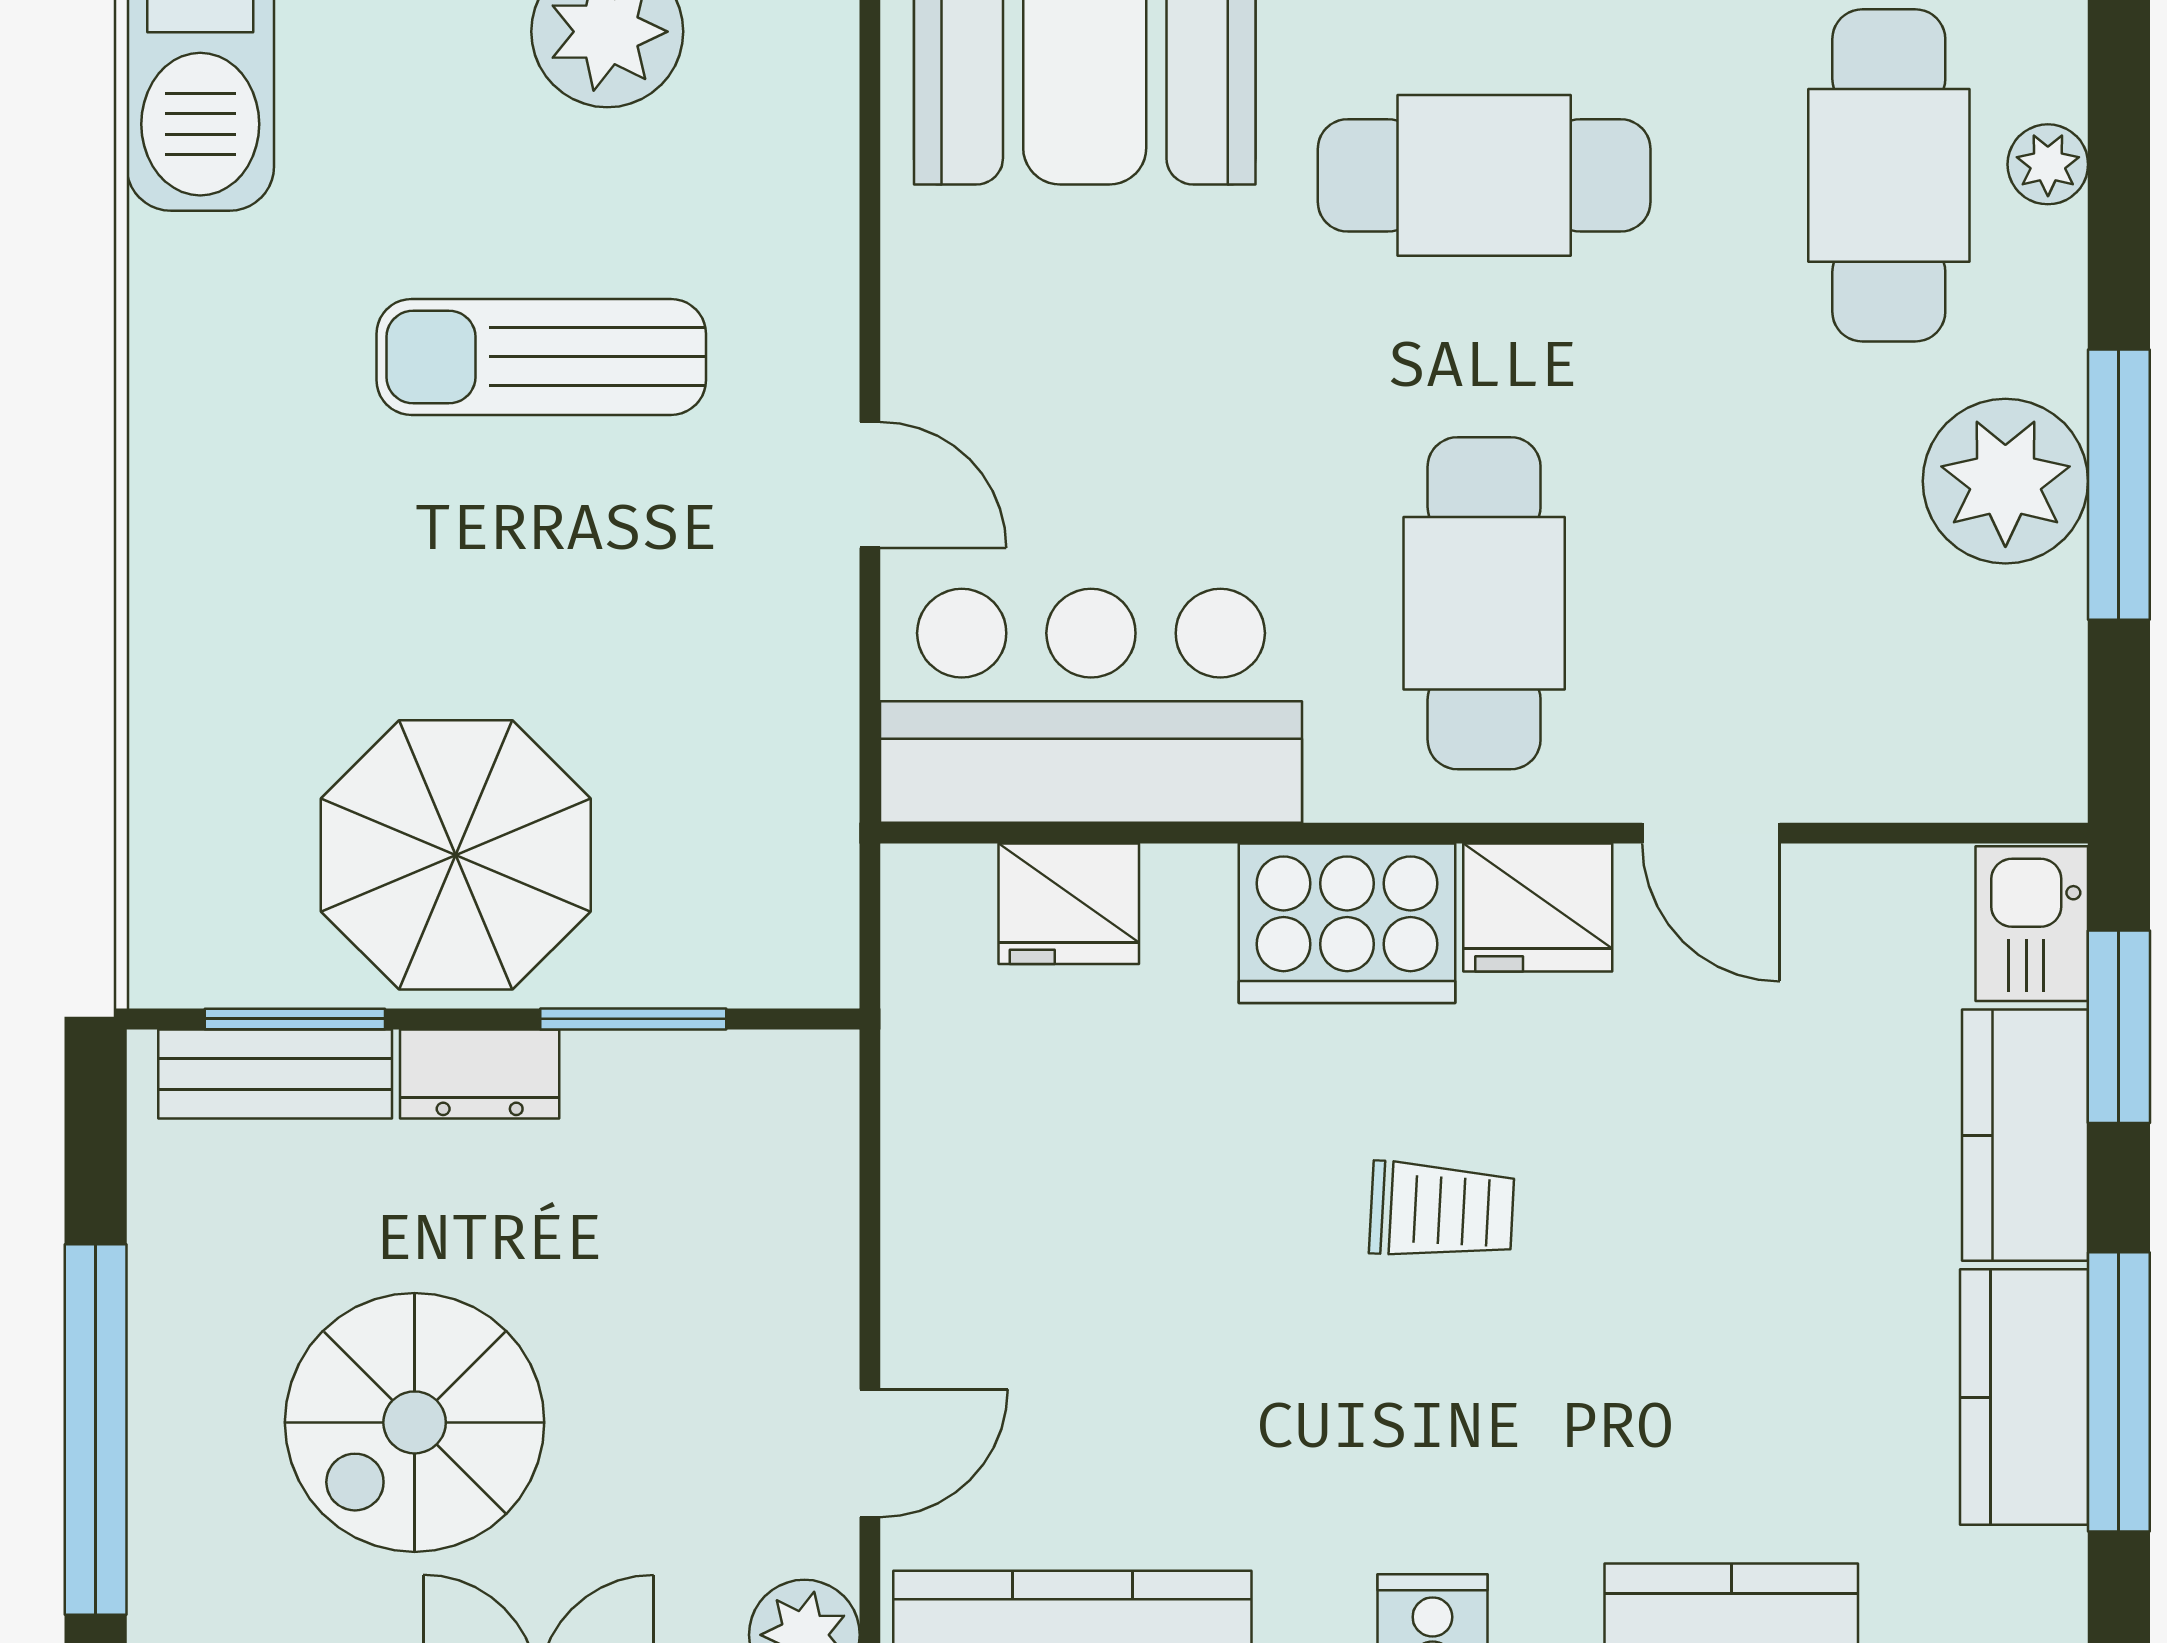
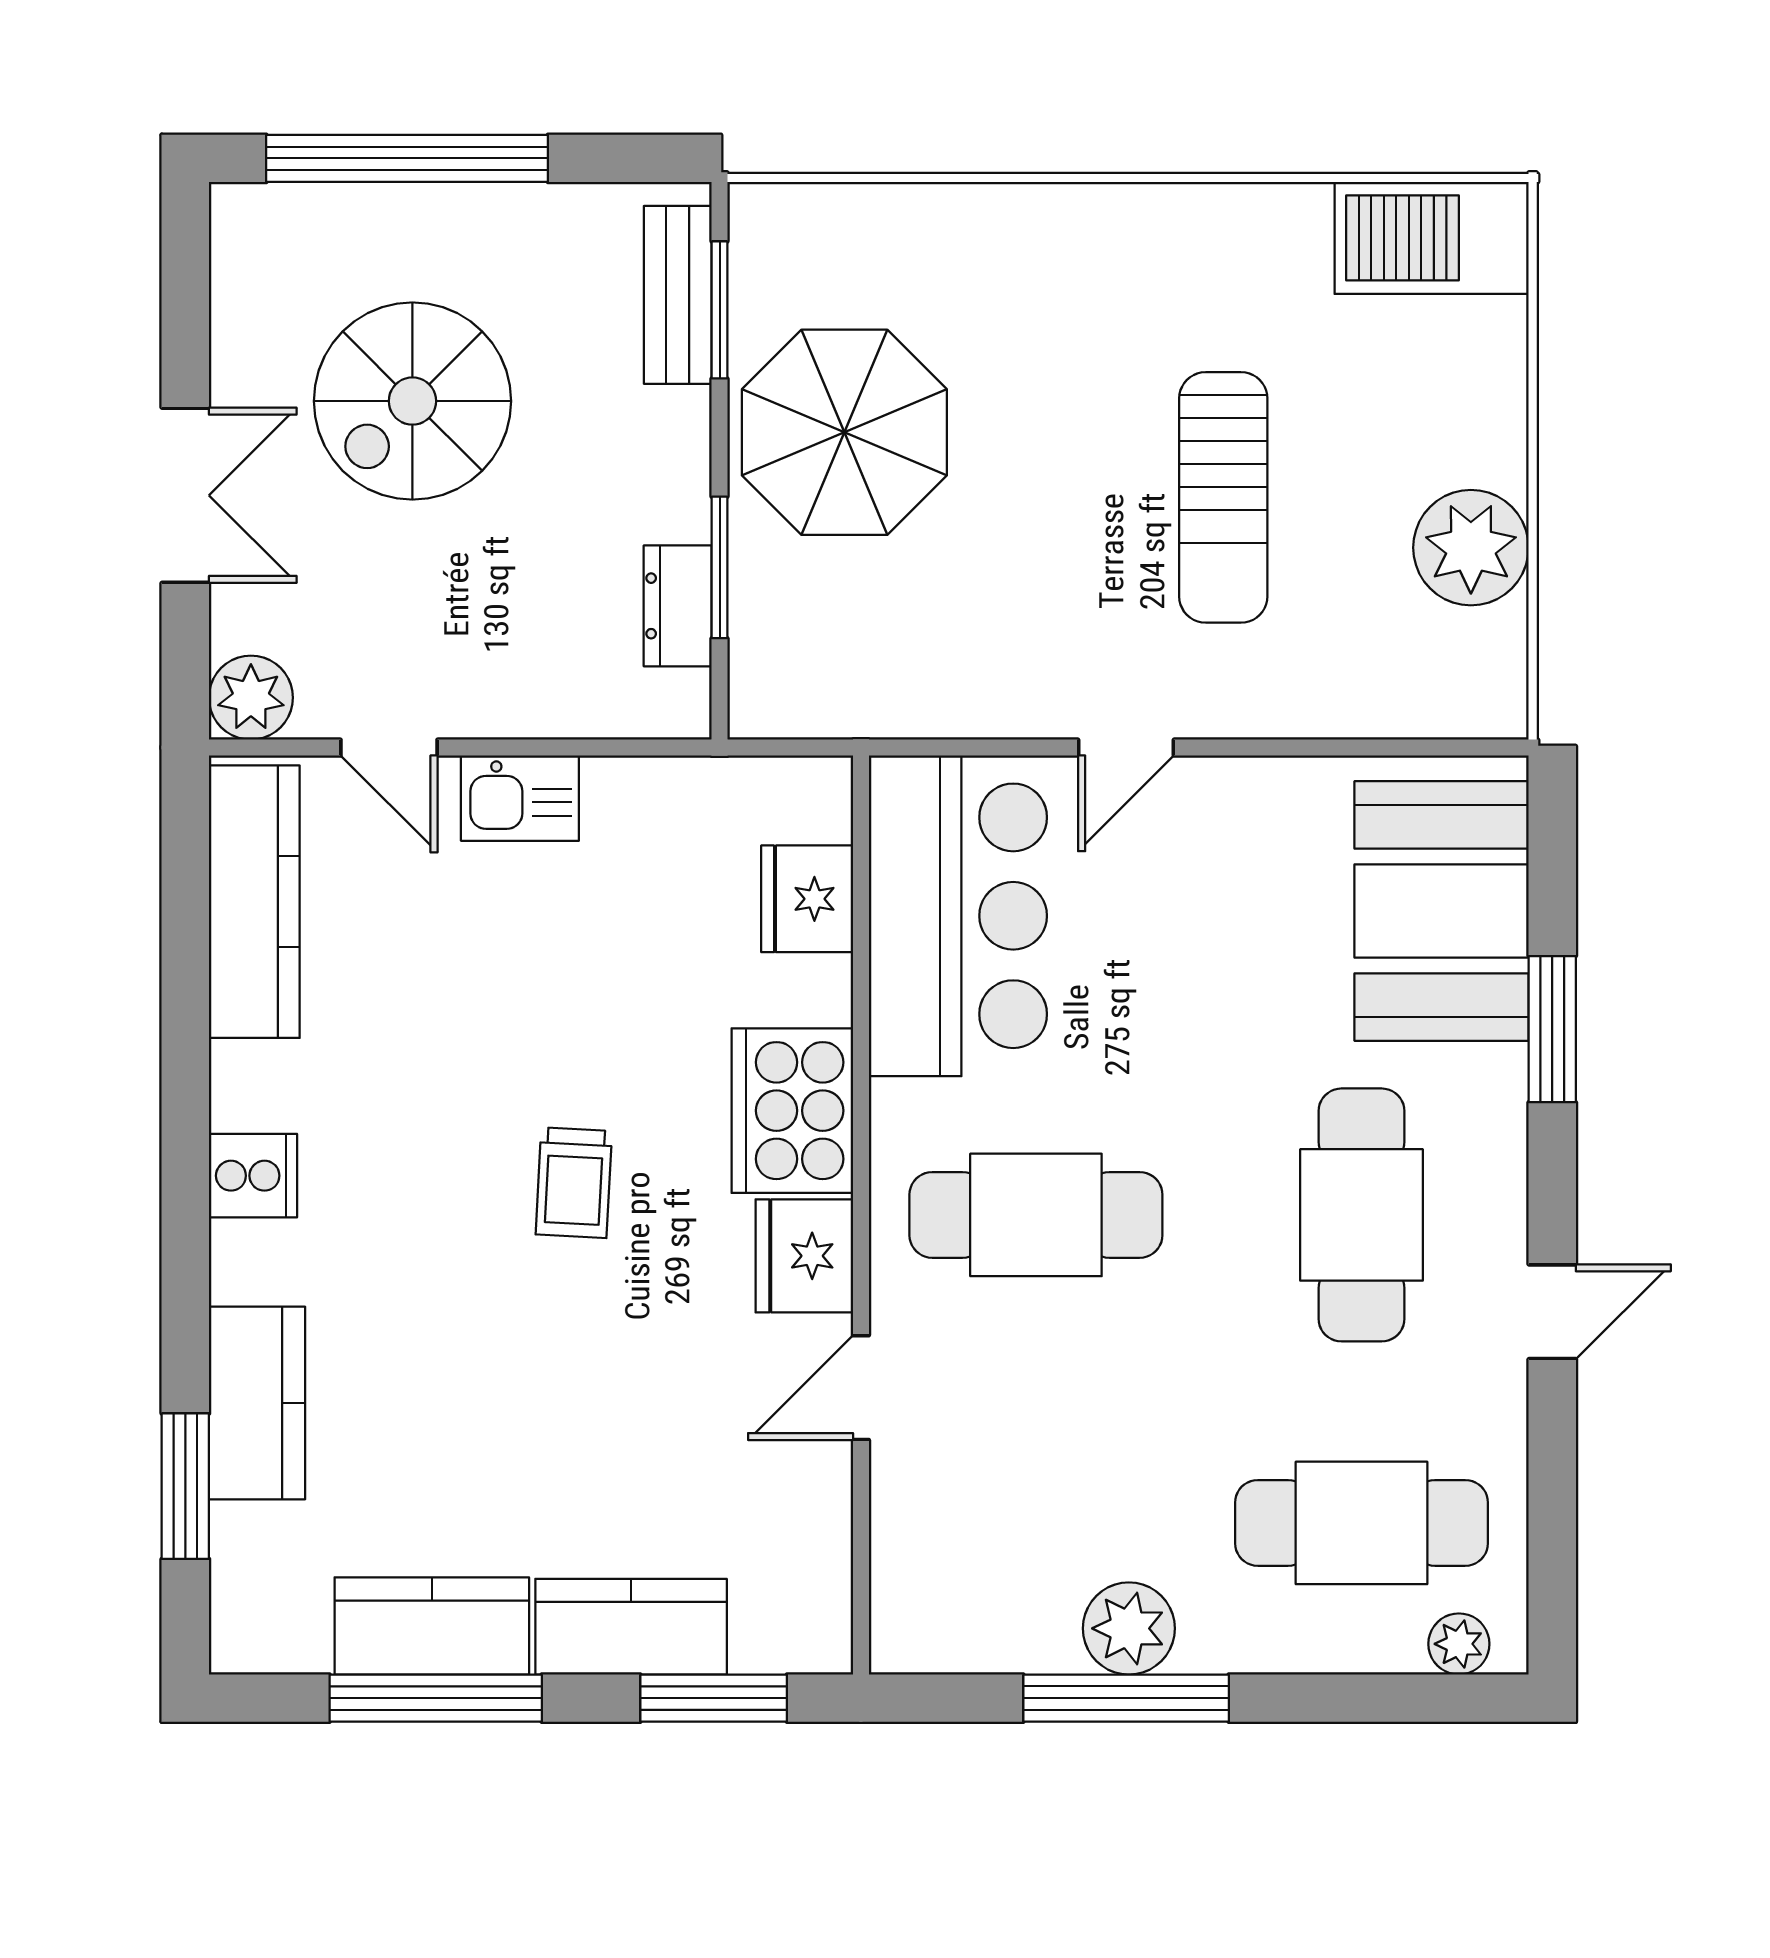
plant: (2048, 164) -> (1459, 1644), moved
sun lounger: (541, 357) -> (1223, 497), turned 180
plant: (2005, 481) -> (1129, 1628), width x0.73, depth x0.73
kitchen sink: (2032, 924) -> (520, 798), moved, turned 180
dresser: (480, 1074) -> (678, 606), moved
spiral stairs: (415, 1422) -> (412, 401), turned -90

